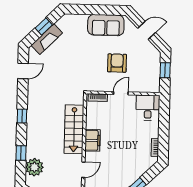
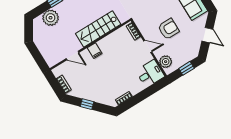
plant: (146, 86) -> (166, 62), added
filing cabinet: (93, 140) -> (95, 51), width x0.50

